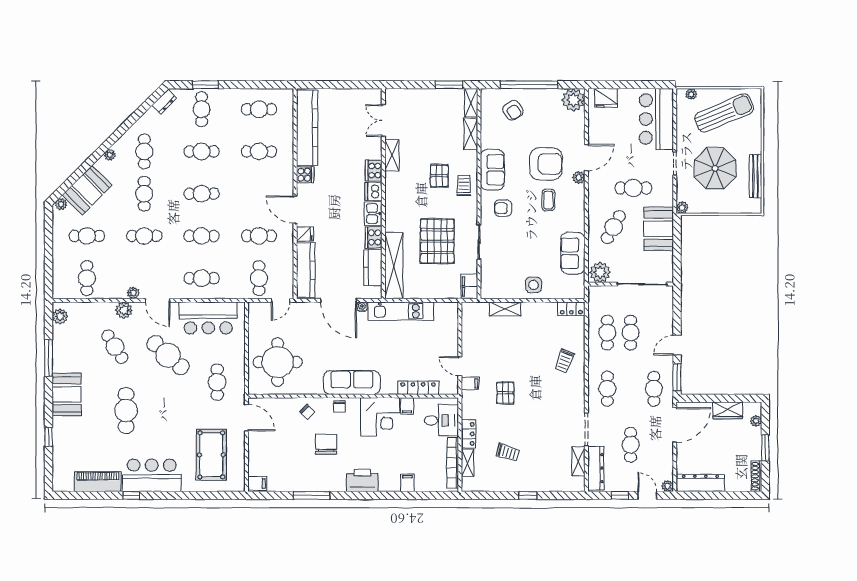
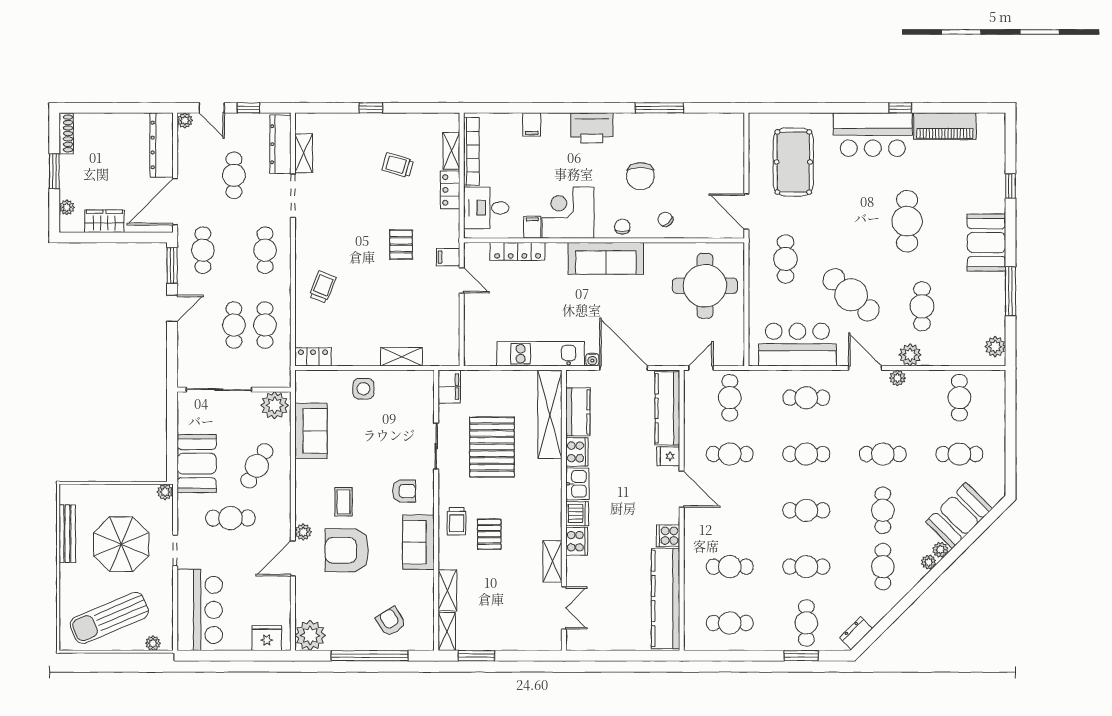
plant: (61, 204) -> (940, 550), moved
cafe table: (115, 347) -> (922, 306), turned 32
filing cabinet: (257, 483) -> (732, 124), removed
dresser: (700, 483) -> (162, 145), moved, turned 90

